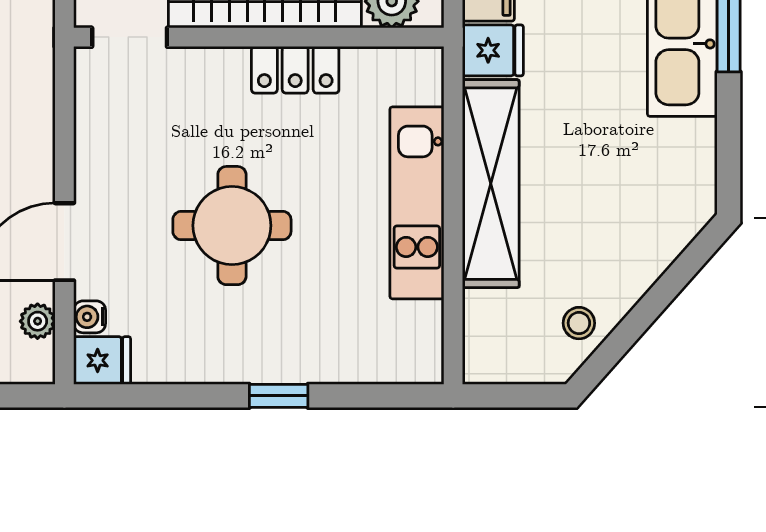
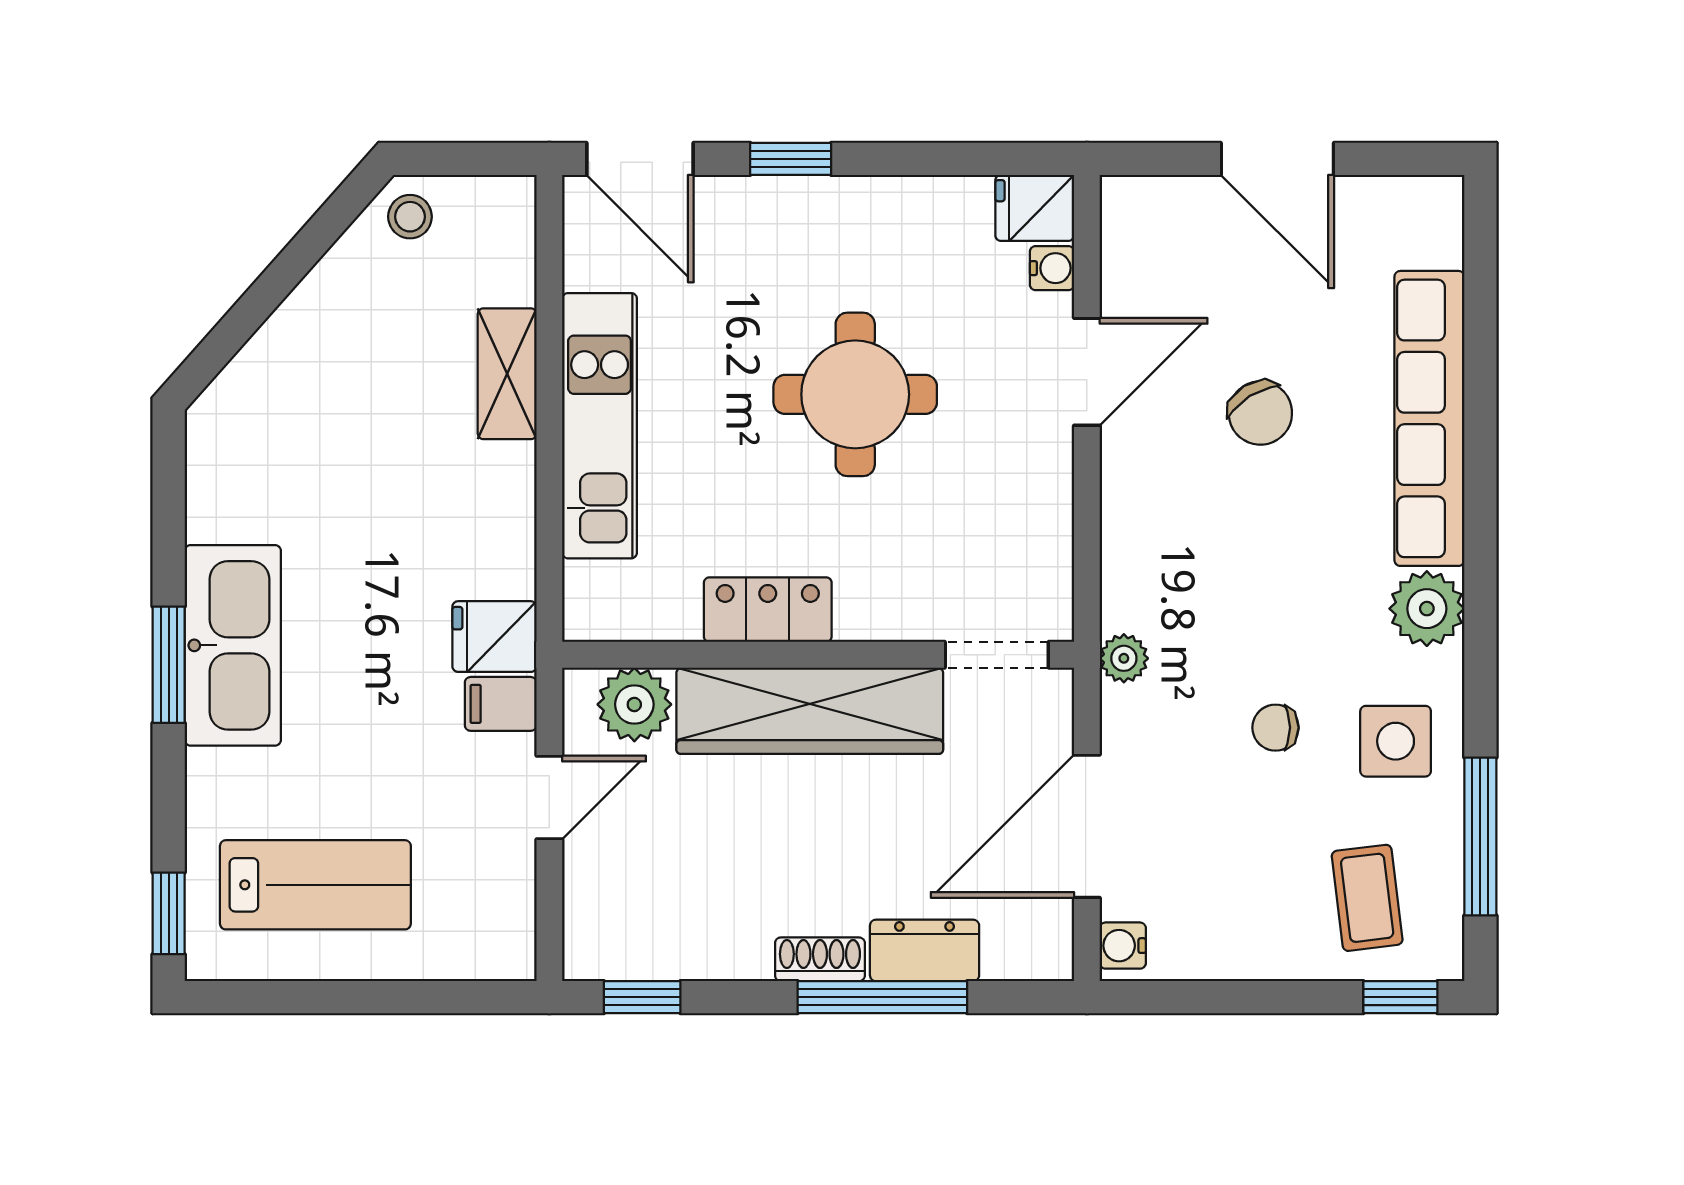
shelving: (491, 184) -> (507, 374), width x0.45, depth x0.75
plant: (38, 321) -> (1124, 658), moved
stool: (579, 323) -> (410, 217), moved
door: (388, 396) -> (640, 159), added

